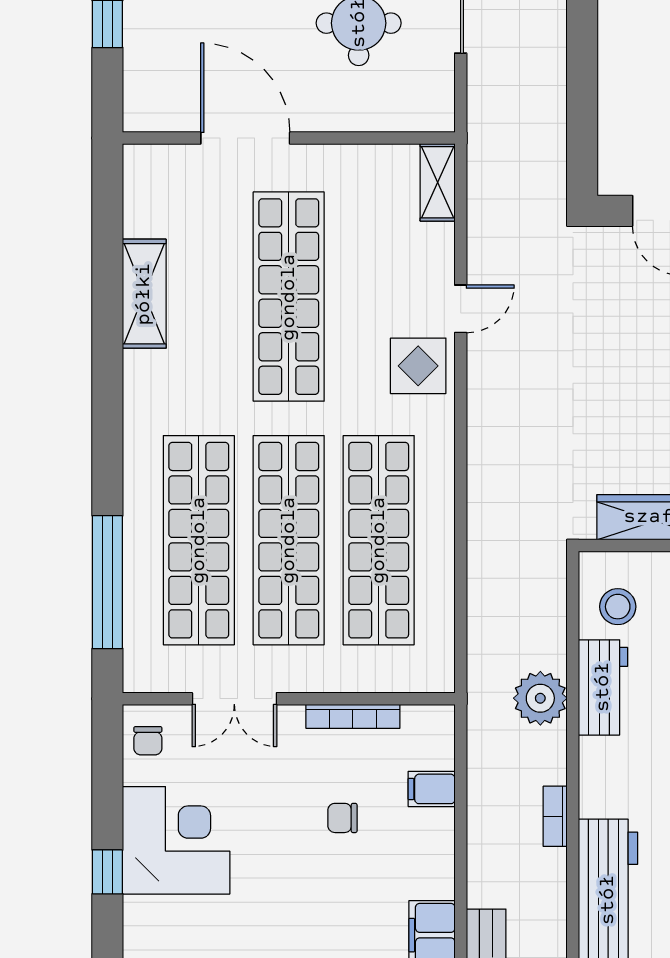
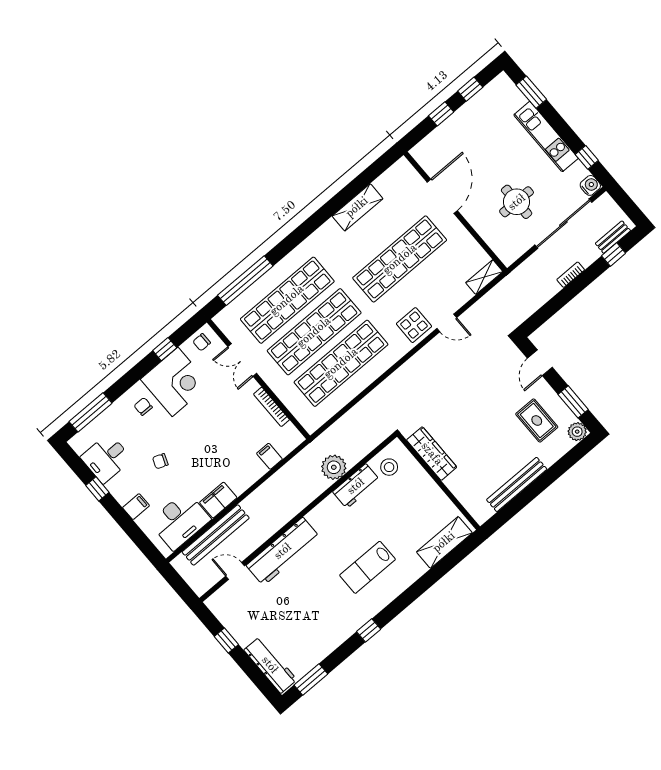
bookcase: (555, 816) -> (571, 275), moved
chair: (342, 818) -> (143, 406), moved
window: (107, 872) -> (165, 349), moved

